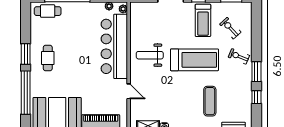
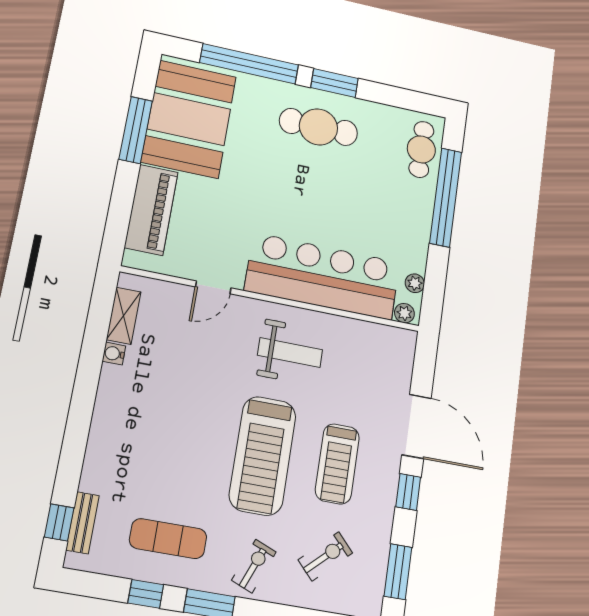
treadmill: (203, 20) -> (337, 464), moved, turned -90
weight bench: (150, 55) -> (290, 352), turned 90
cafe table: (48, 58) -> (318, 127), width x1.37, depth x1.35
exercise mat: (210, 101) -> (168, 539), moved

